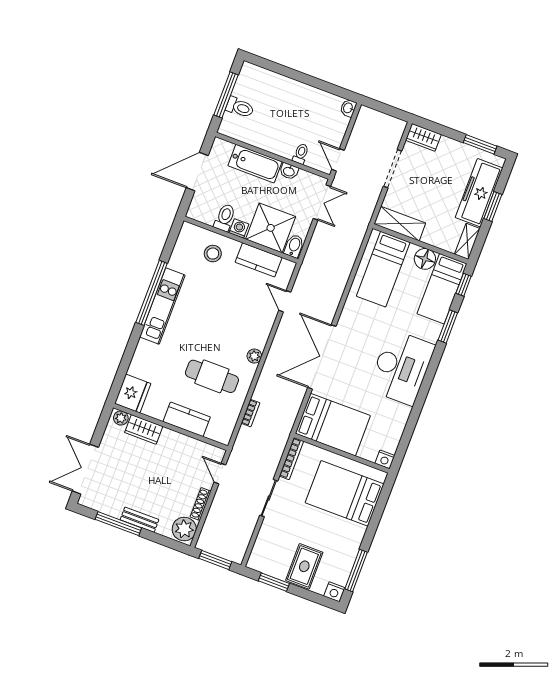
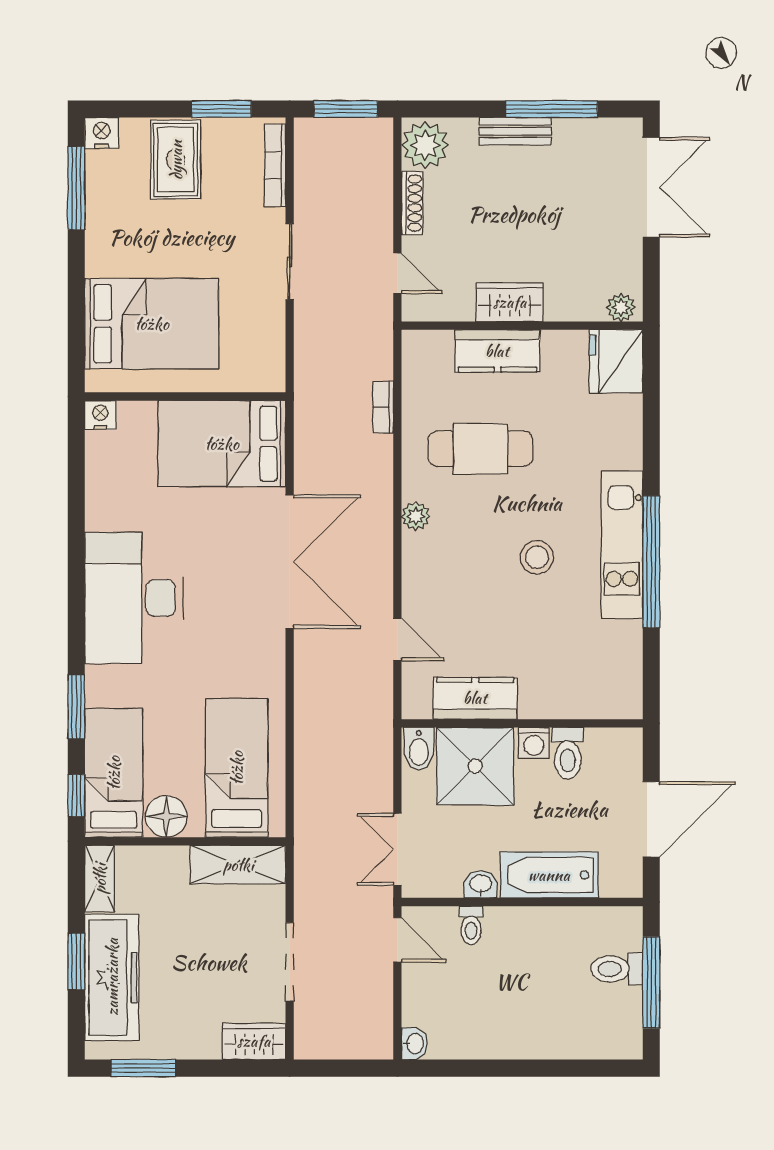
stool: (213, 254) -> (537, 557), moved
wardrobe: (144, 429) -> (510, 302), moved
bookcase: (291, 459) -> (275, 165), moved

